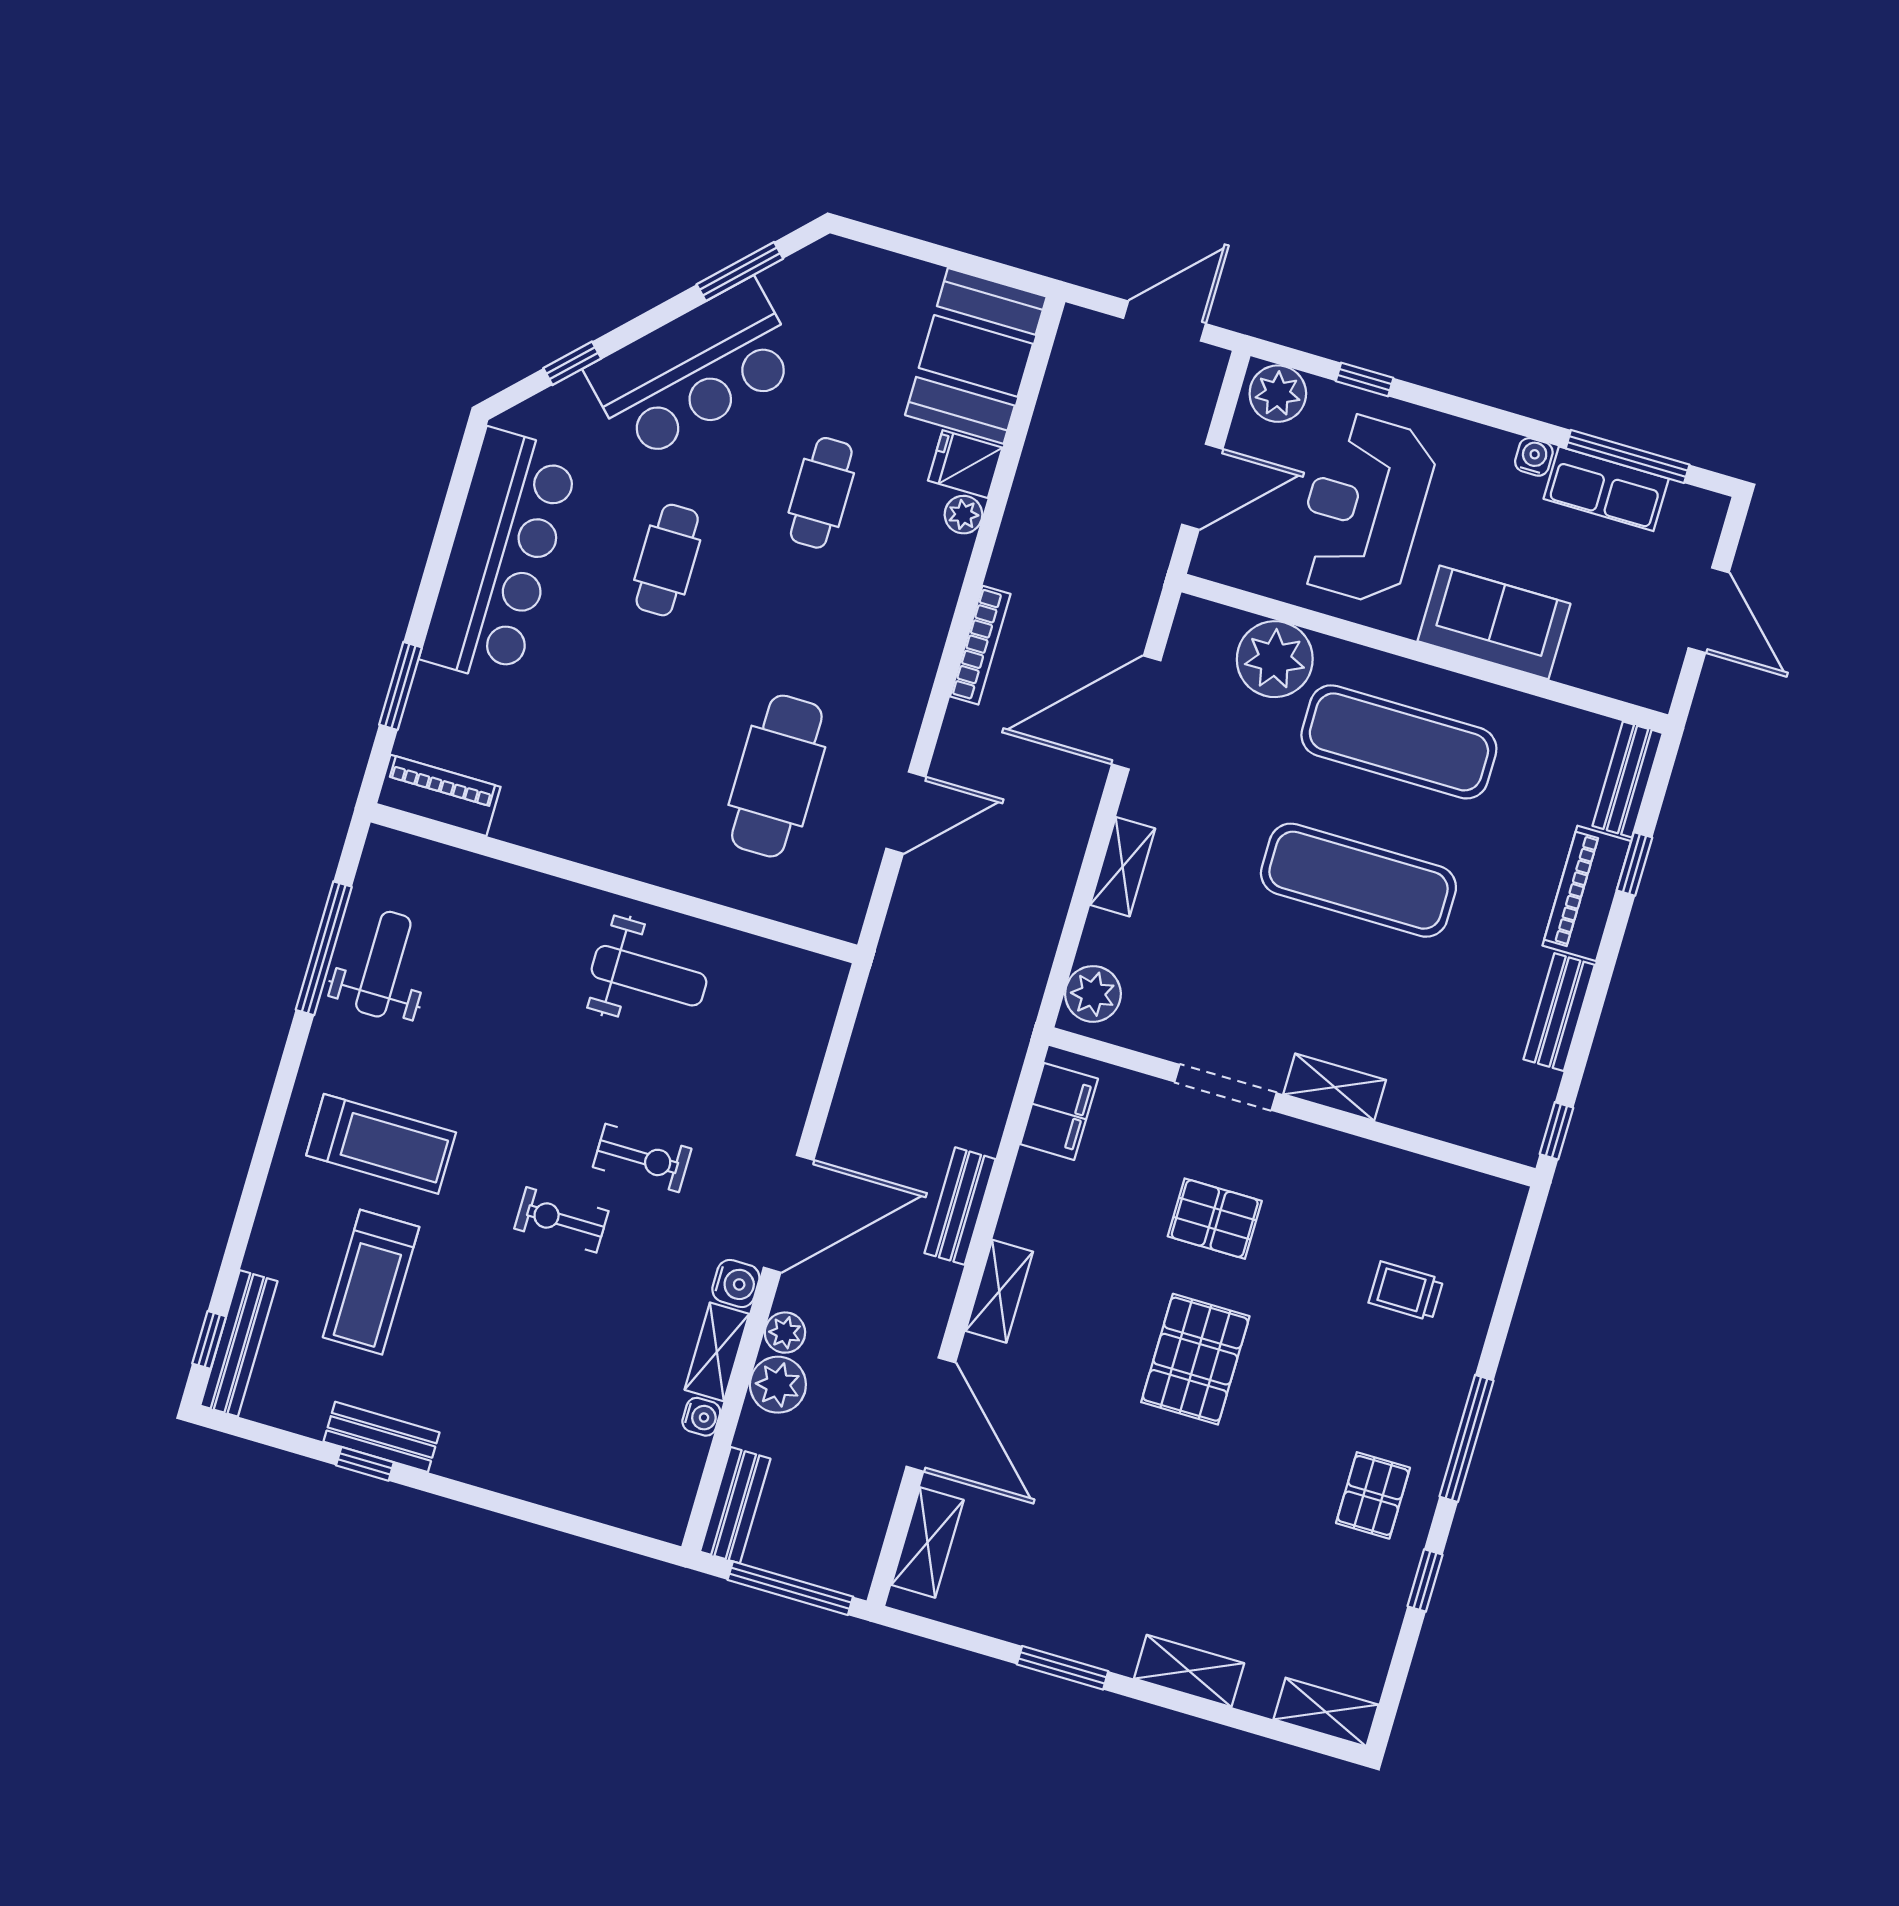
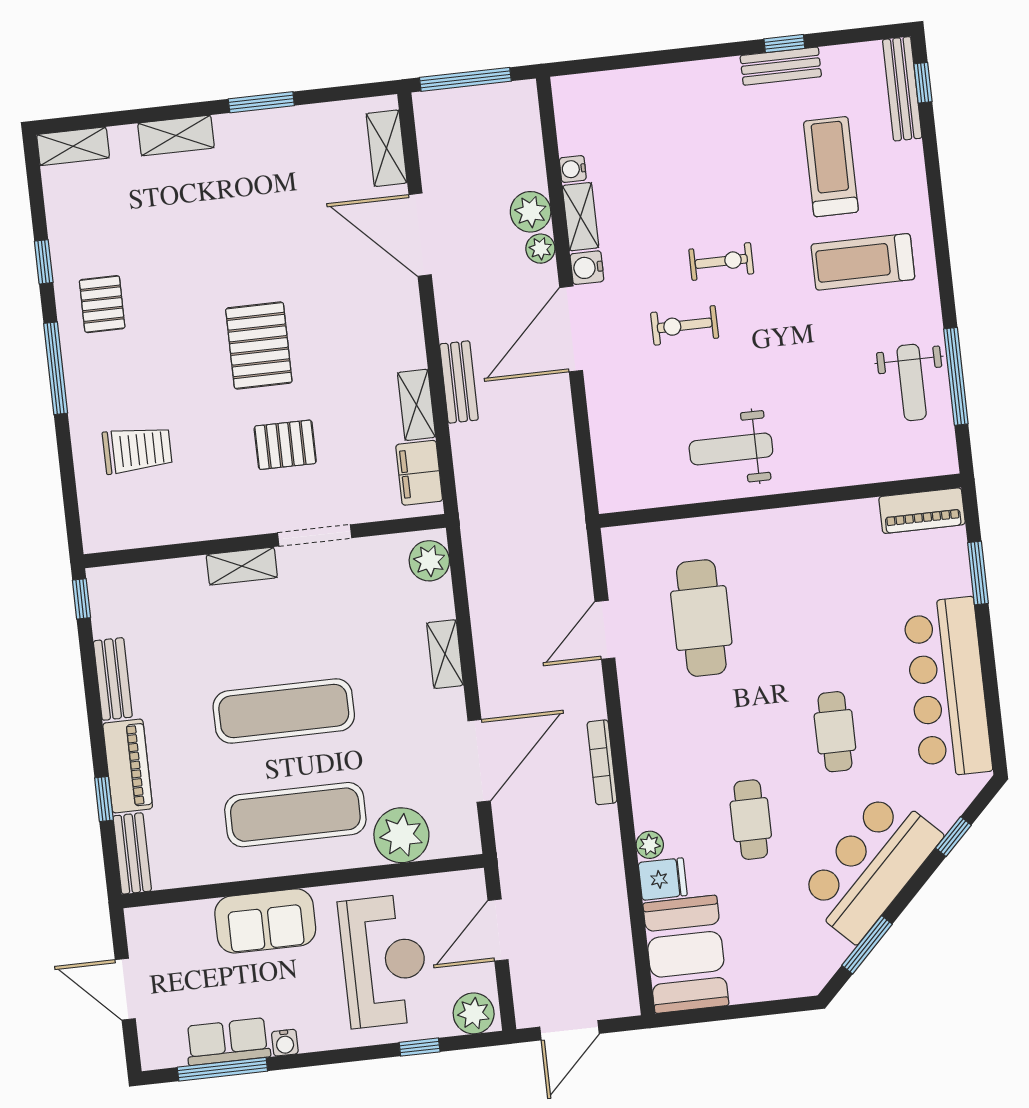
shelving: (999, 1291) -> (417, 405), moved
trolley: (1406, 1291) -> (137, 450), width x1.36, depth x1.39
bench: (735, 1505) -> (525, 119), removed

